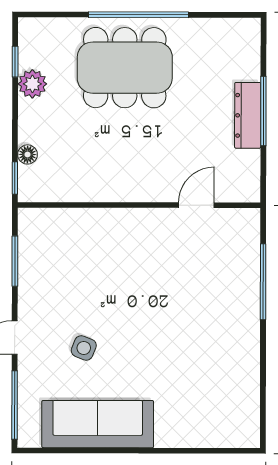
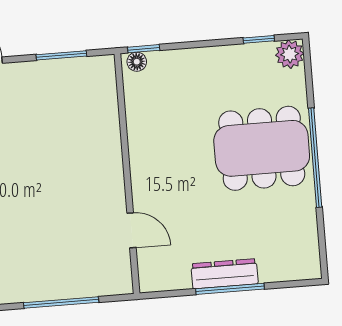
dining table: (125, 68) -> (262, 148), turned 90
plant: (32, 84) -> (290, 54), moved
floor lamp: (27, 154) -> (137, 62), moved

